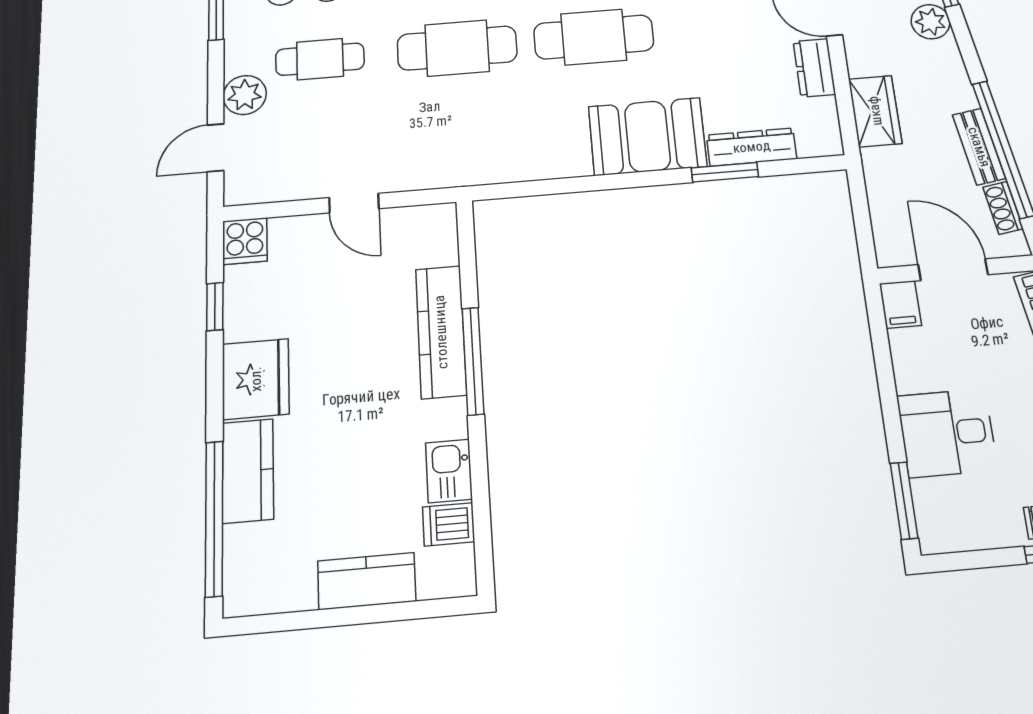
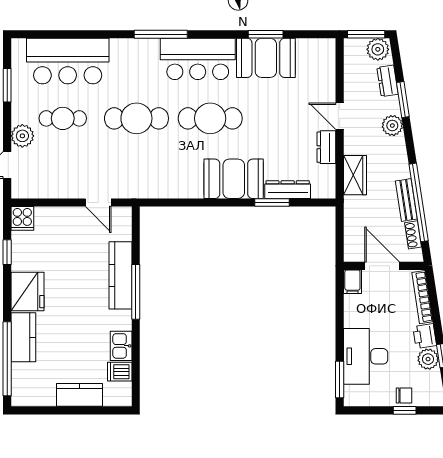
door: (354, 203) -> (98, 203), moved
desk: (947, 433) -> (366, 356), width x1.37

